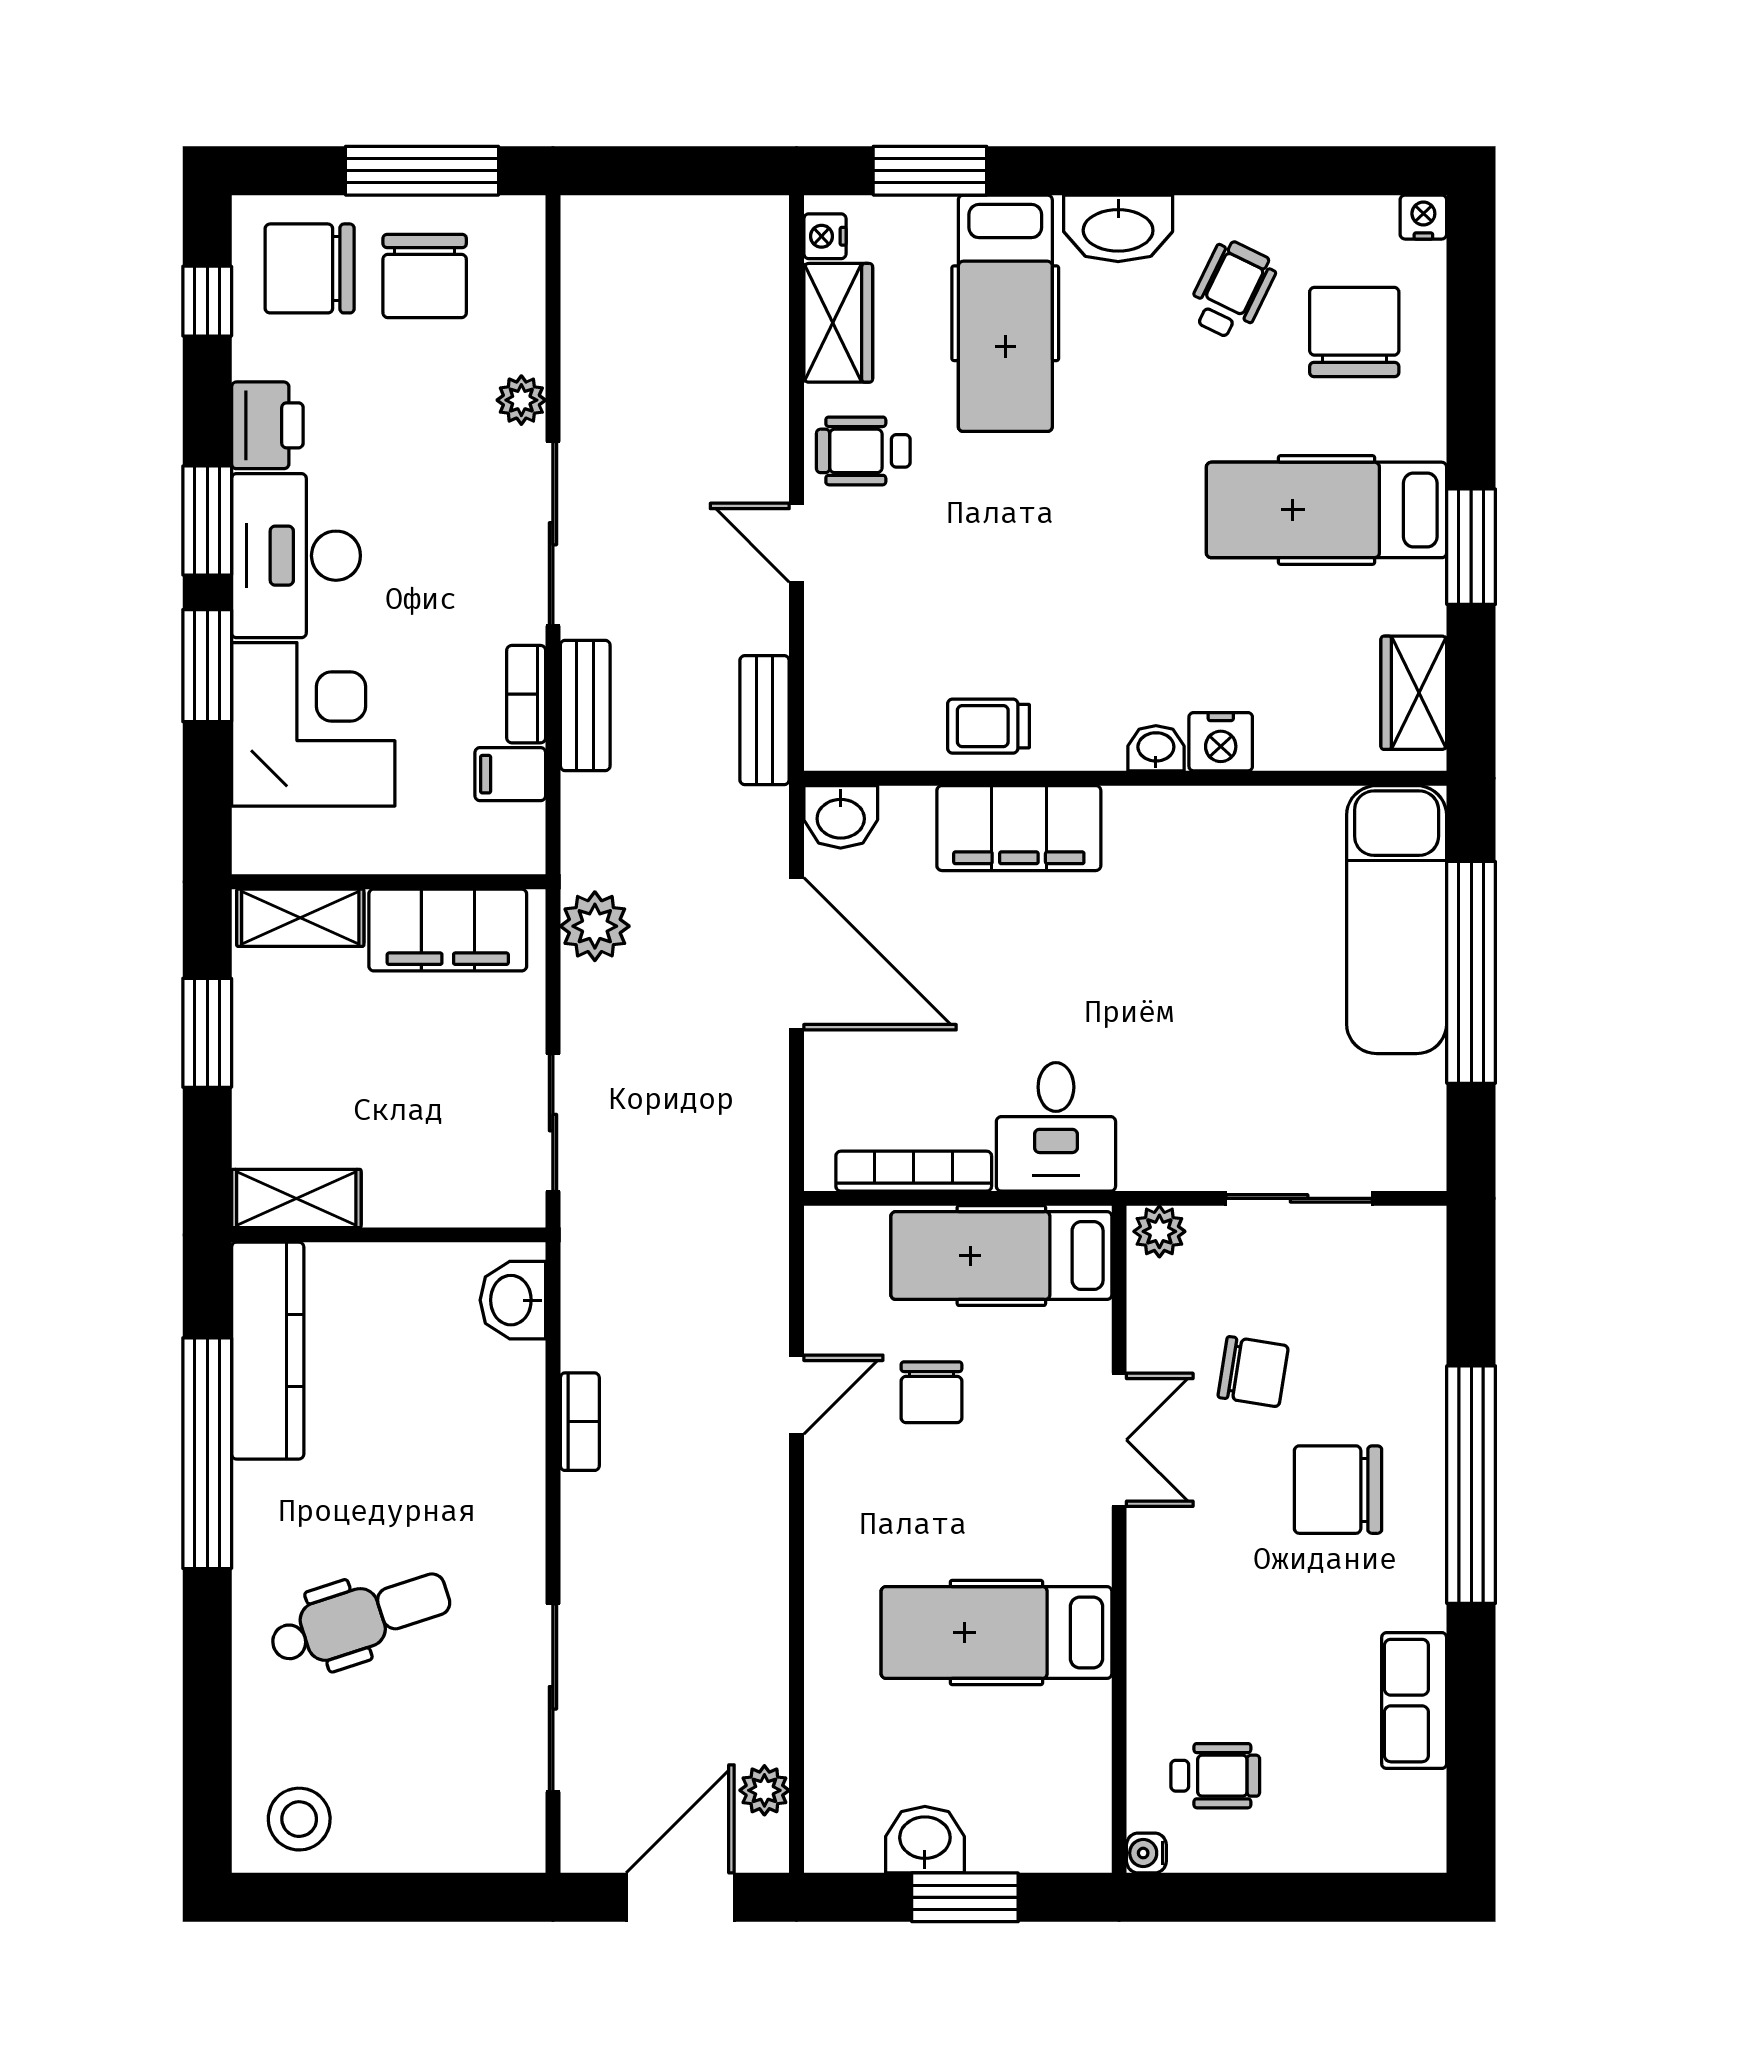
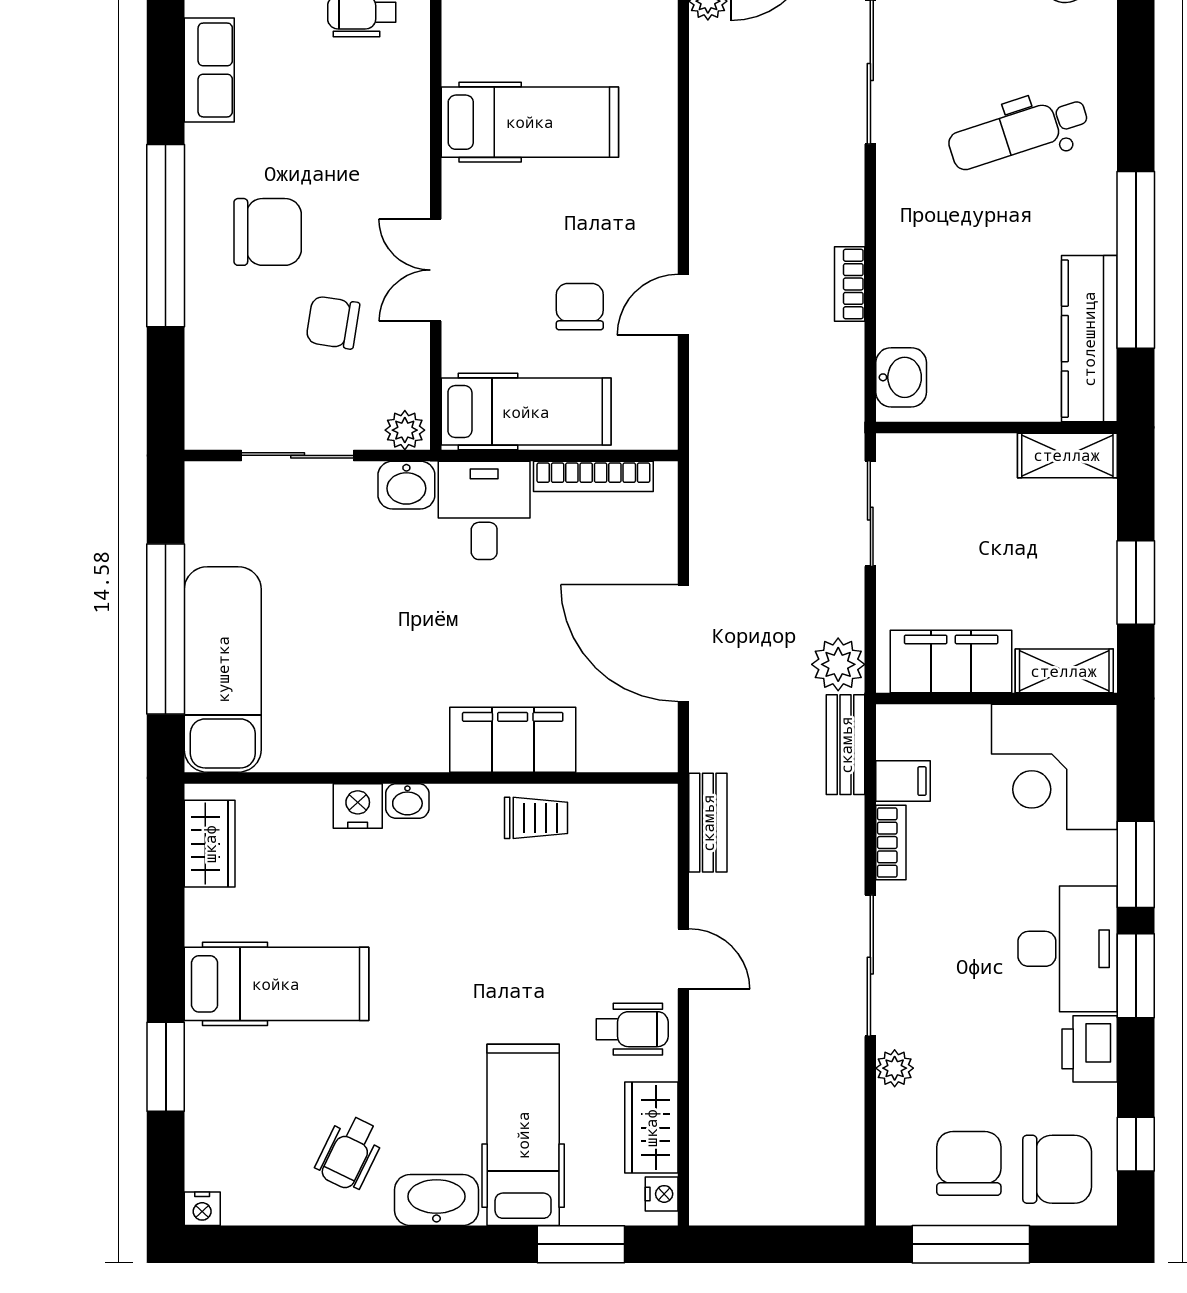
chair: (1354, 332) -> (255, 1121), removed
window: (1471, 547) -> (166, 1067), moved
bench: (585, 705) -> (846, 745), moved
corner desk: (313, 724) -> (1054, 767), moved
washbasin: (841, 817) -> (406, 485), moved, turned 180

